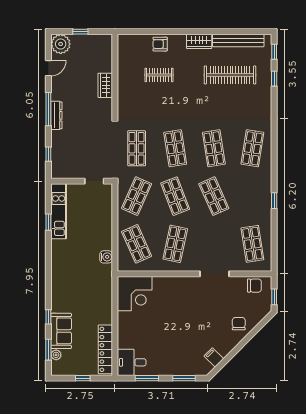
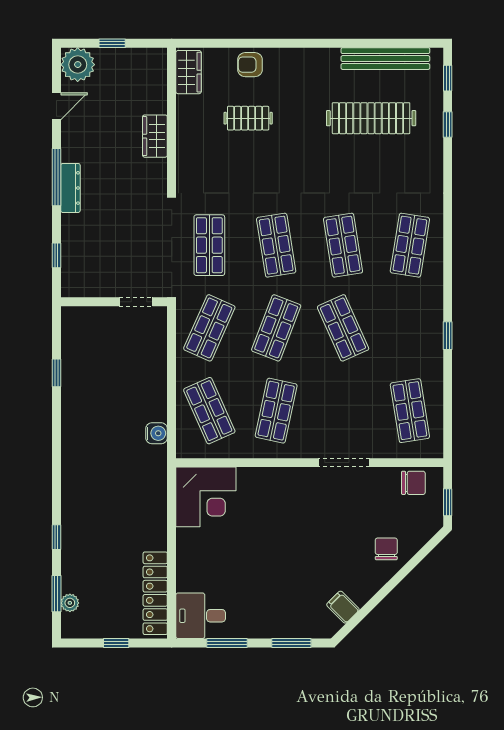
wardrobe: (199, 41) -> (189, 72), moved, turned -90
shop shelf: (175, 196) -> (276, 328), turned 42
kitchen unit: (59, 211) -> (74, 354), removed
sofa: (61, 331) -> (79, 561), removed

